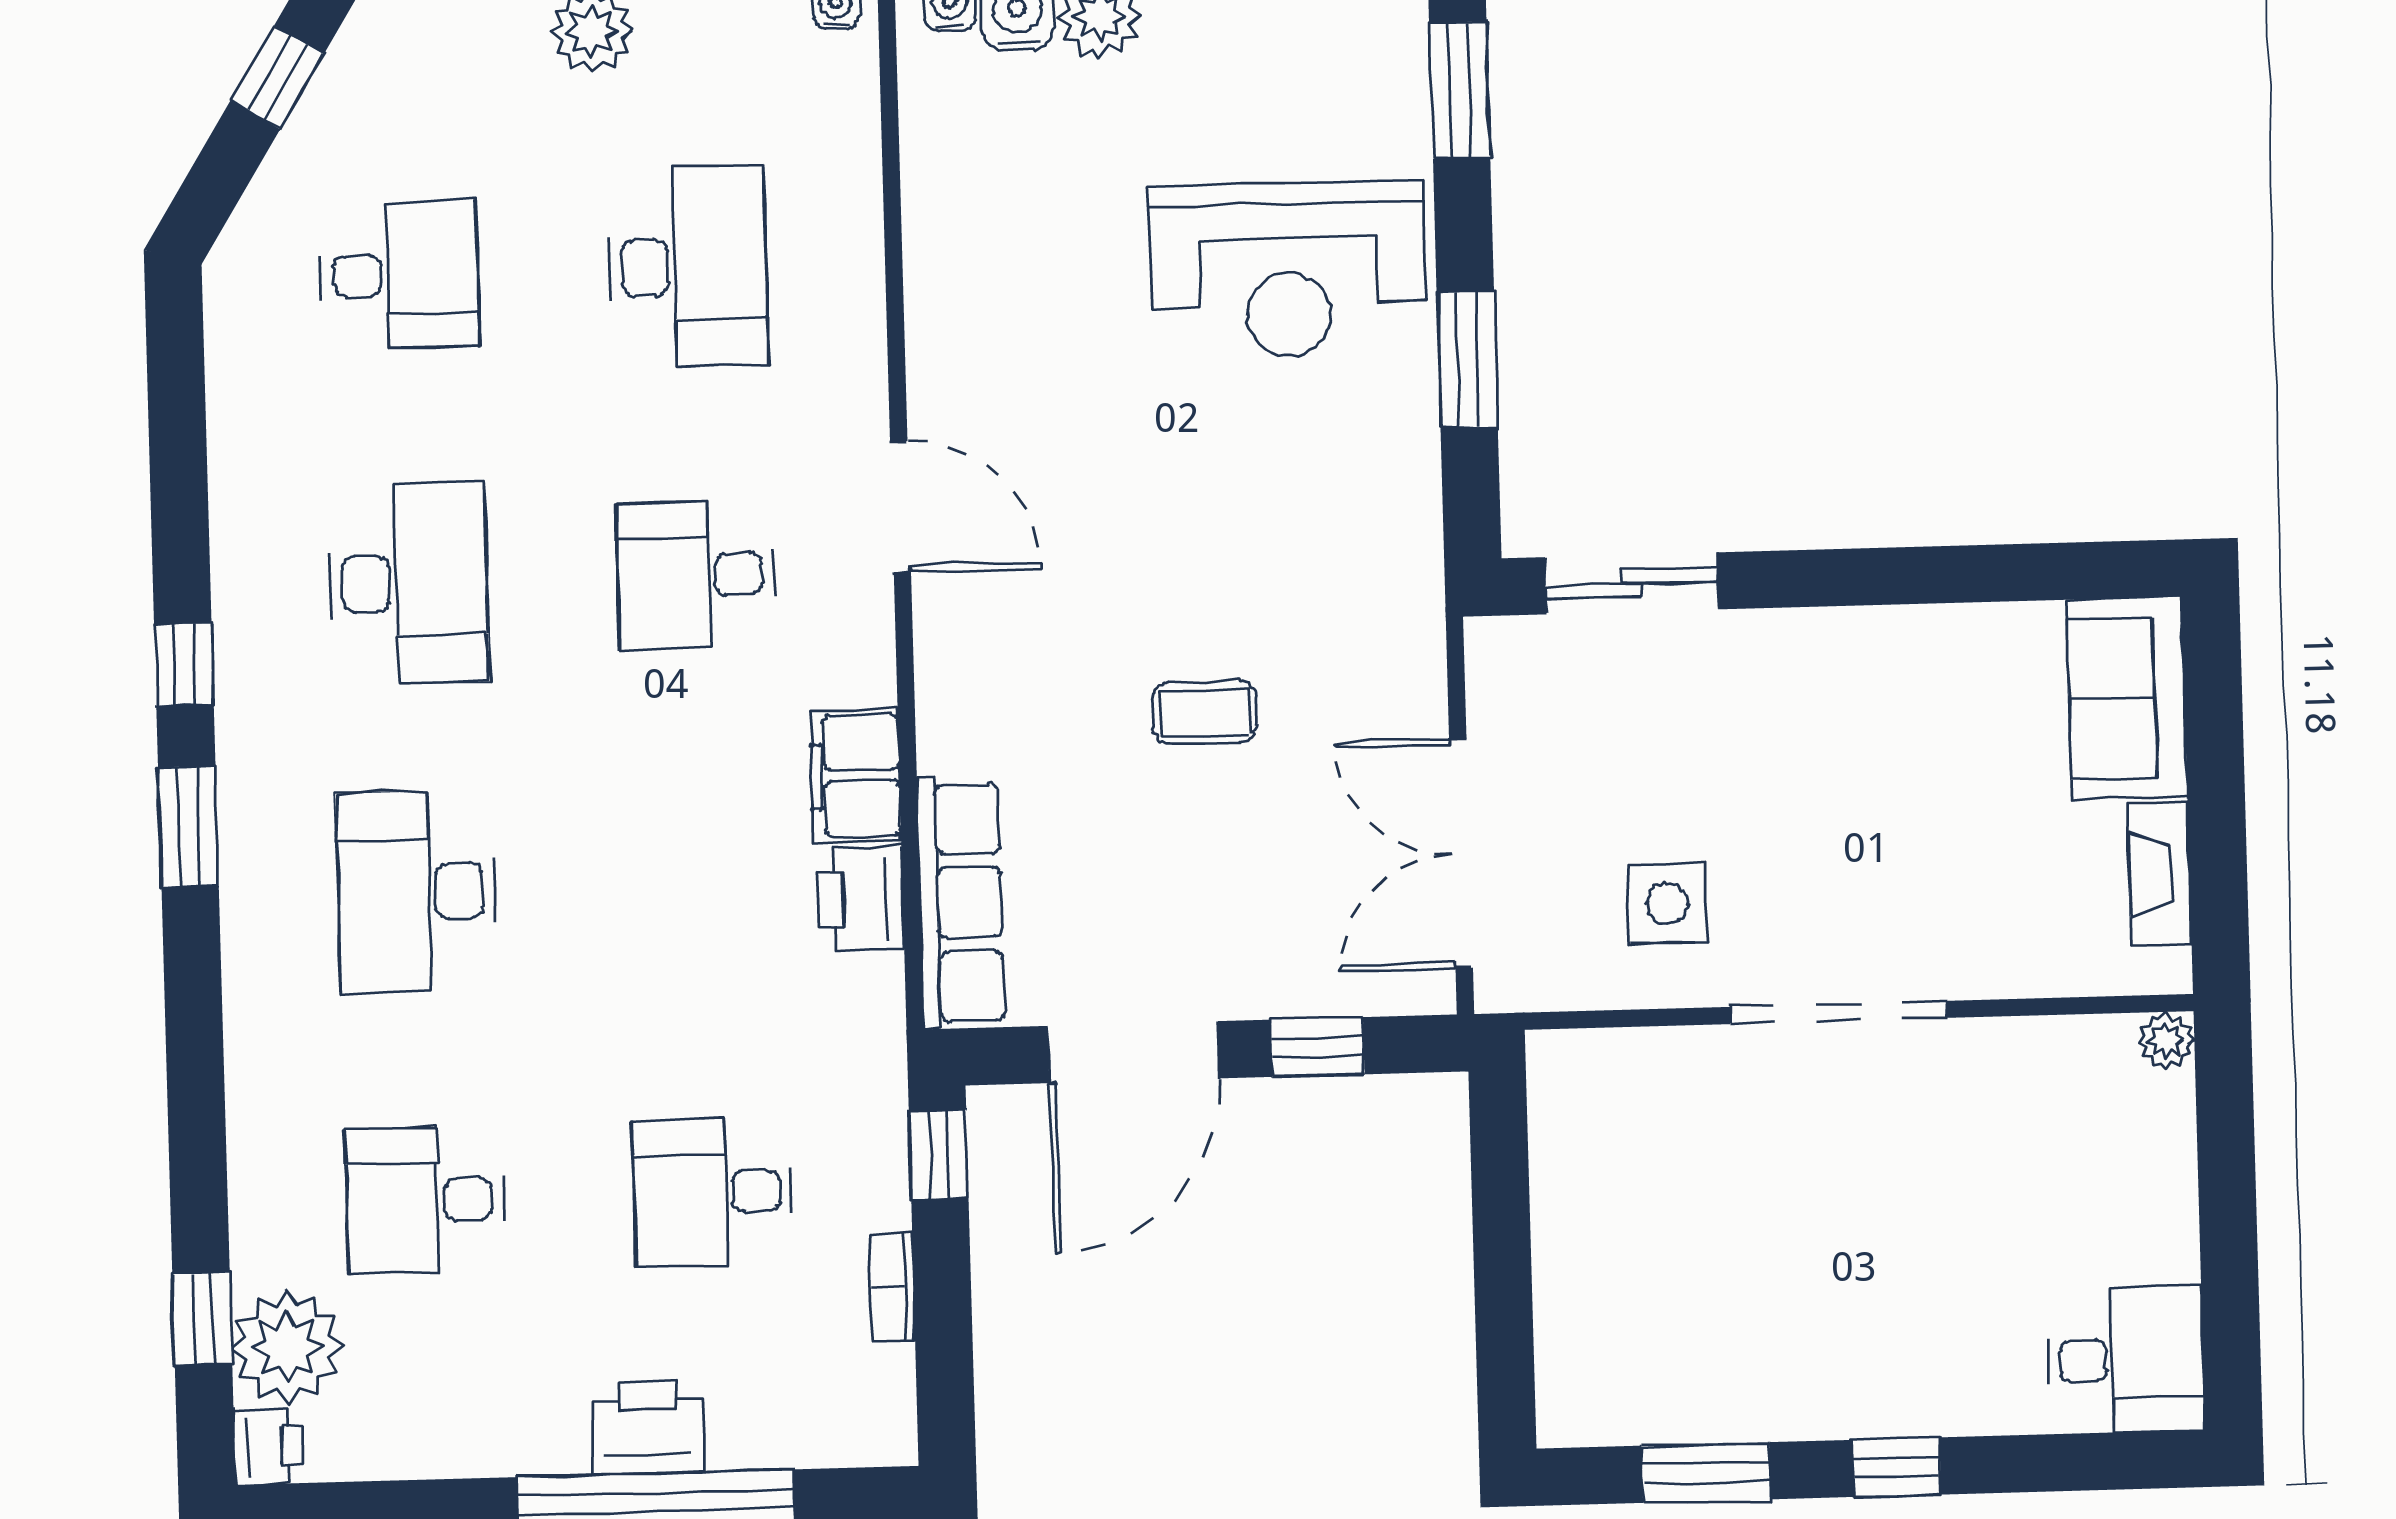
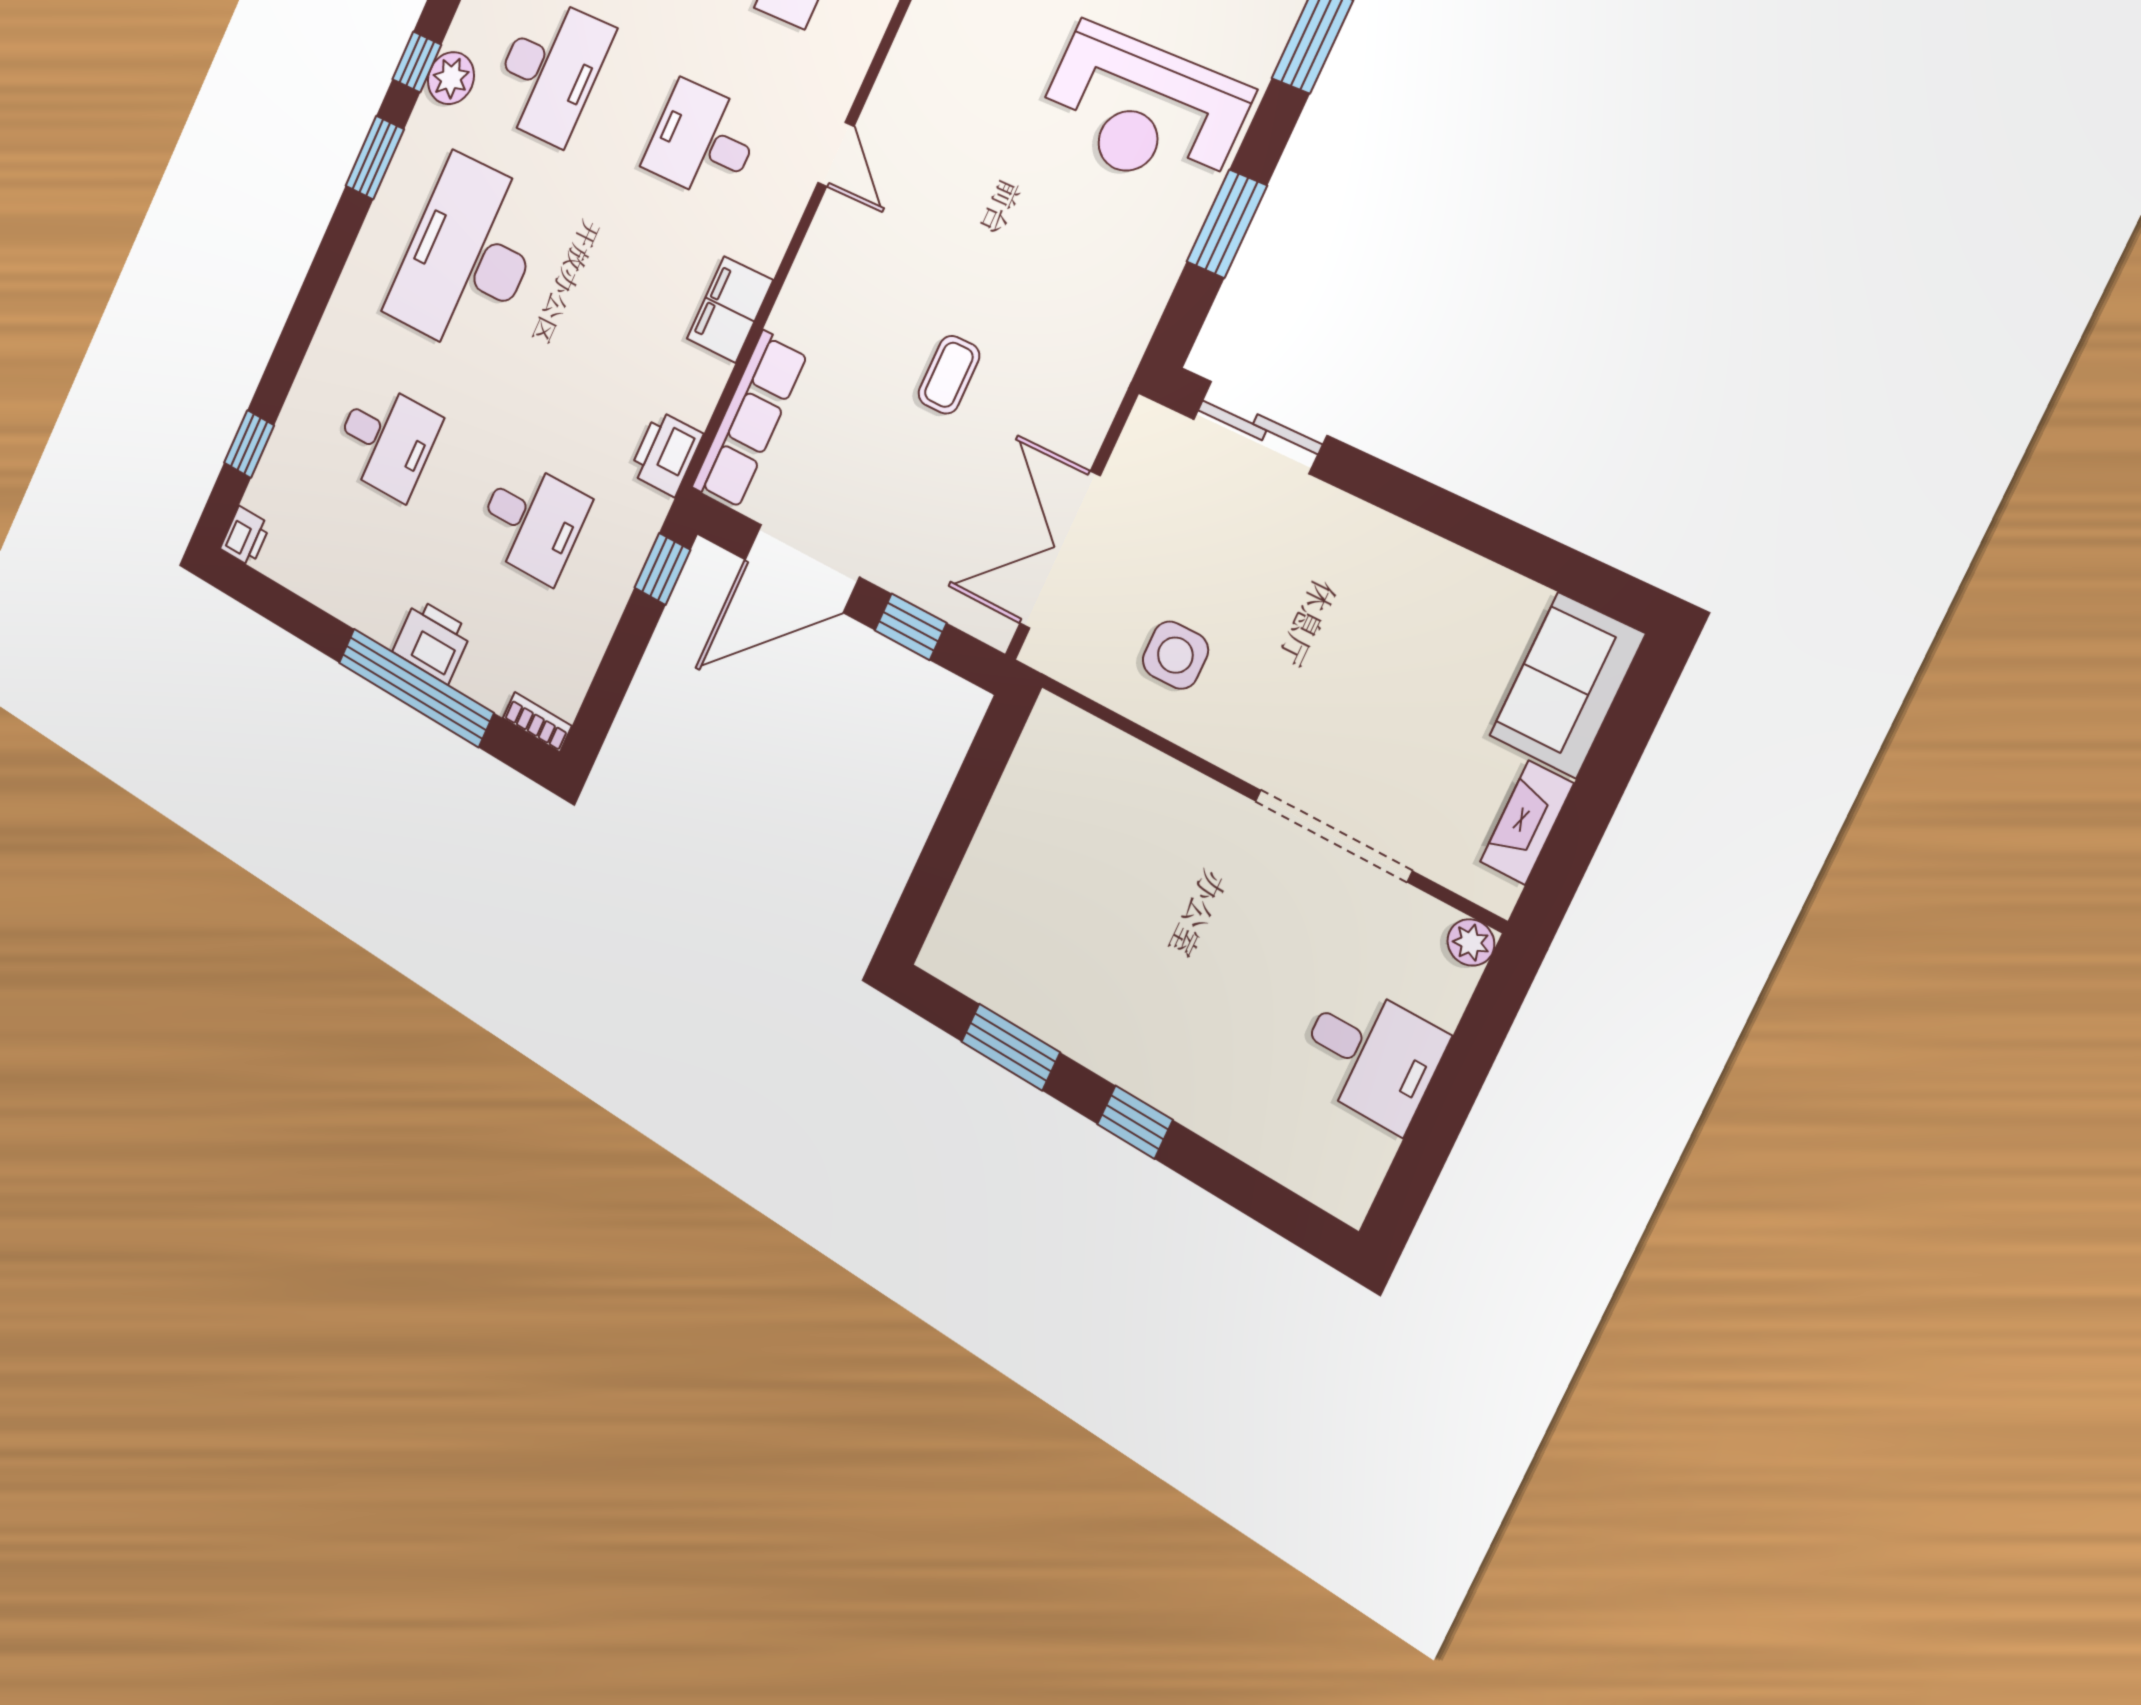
door: (901, 507) -> (836, 154), width x0.73
coffee table: (1205, 712) -> (949, 375), turned 90
desk: (417, 892) -> (468, 256), width x1.36, depth x1.30
printer: (860, 899) -> (666, 454), moved
doorway: (1838, 1012) -> (1333, 836), moved
desk: (713, 1192) -> (532, 521), turned 180
desk: (426, 1200) -> (386, 440), turned 180
bookcase: (892, 1287) -> (537, 722), moved, turned 90
plant: (287, 1347) -> (451, 78), moved, width x0.73, depth x0.73
desk: (2125, 1360) -> (1371, 1055), moved

